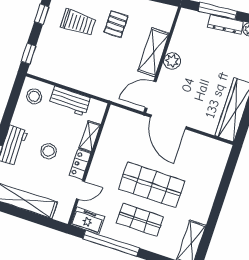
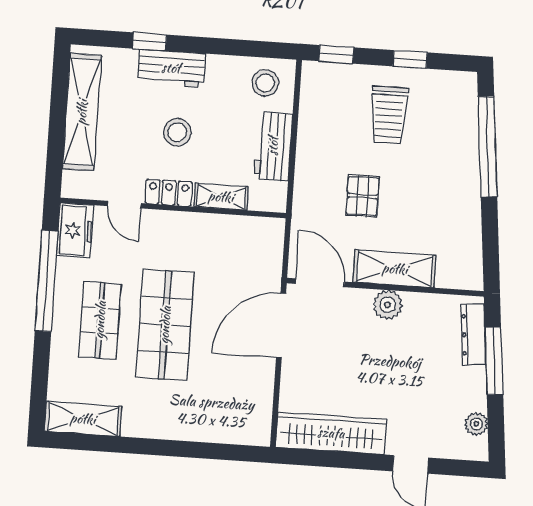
trolley: (78, 22) -> (389, 115), moved
pallet: (116, 24) -> (363, 196), moved, turned 90
dresser: (225, 24) -> (473, 334), moved

